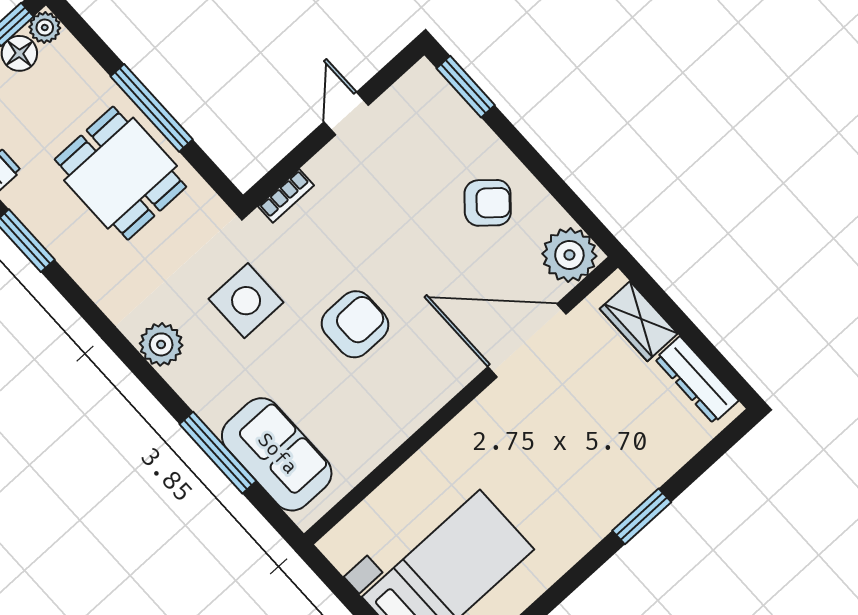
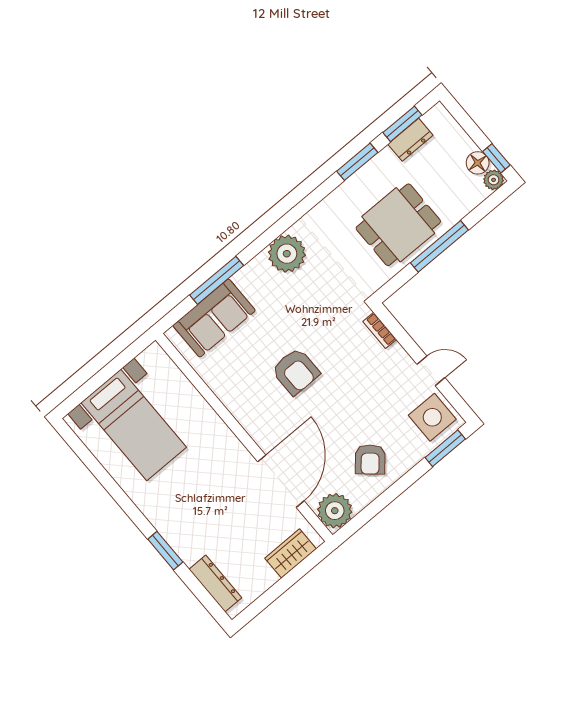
side table: (246, 301) -> (432, 417), moved
plant: (161, 344) -> (287, 254), width x1.36, depth x1.36
dresser: (697, 380) -> (215, 584), moved, turned 90

